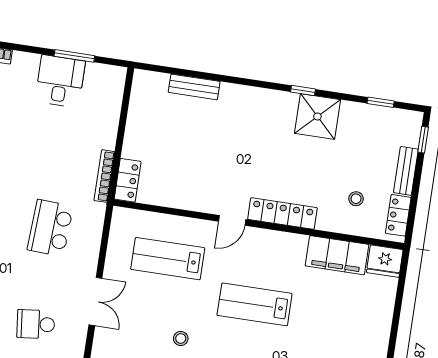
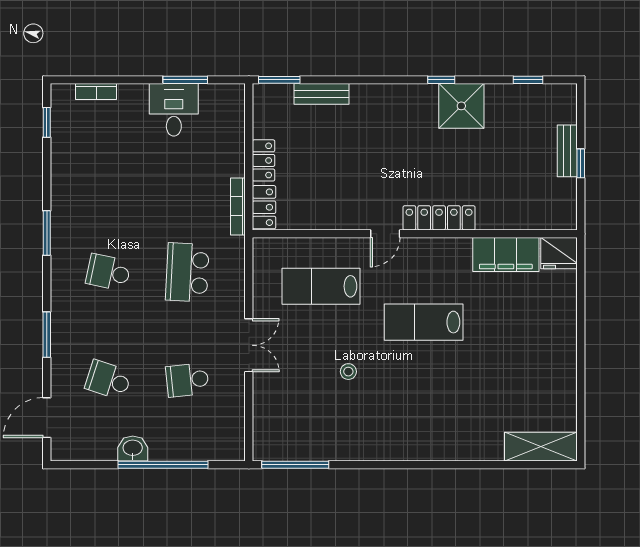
window: (158, 69) -> (279, 80), added
window: (423, 140) -> (581, 163), moved
stool: (356, 199) -> (517, 190), removed
locker: (398, 215) -> (264, 160), moved, turned 180

